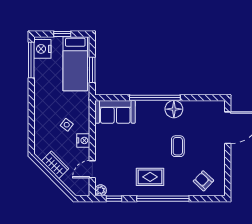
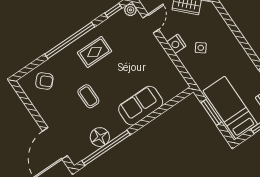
window: (155, 98) -> (106, 148), moved
floor lamp: (174, 109) -> (100, 137), moved
sofa: (115, 112) -> (141, 106), moved

